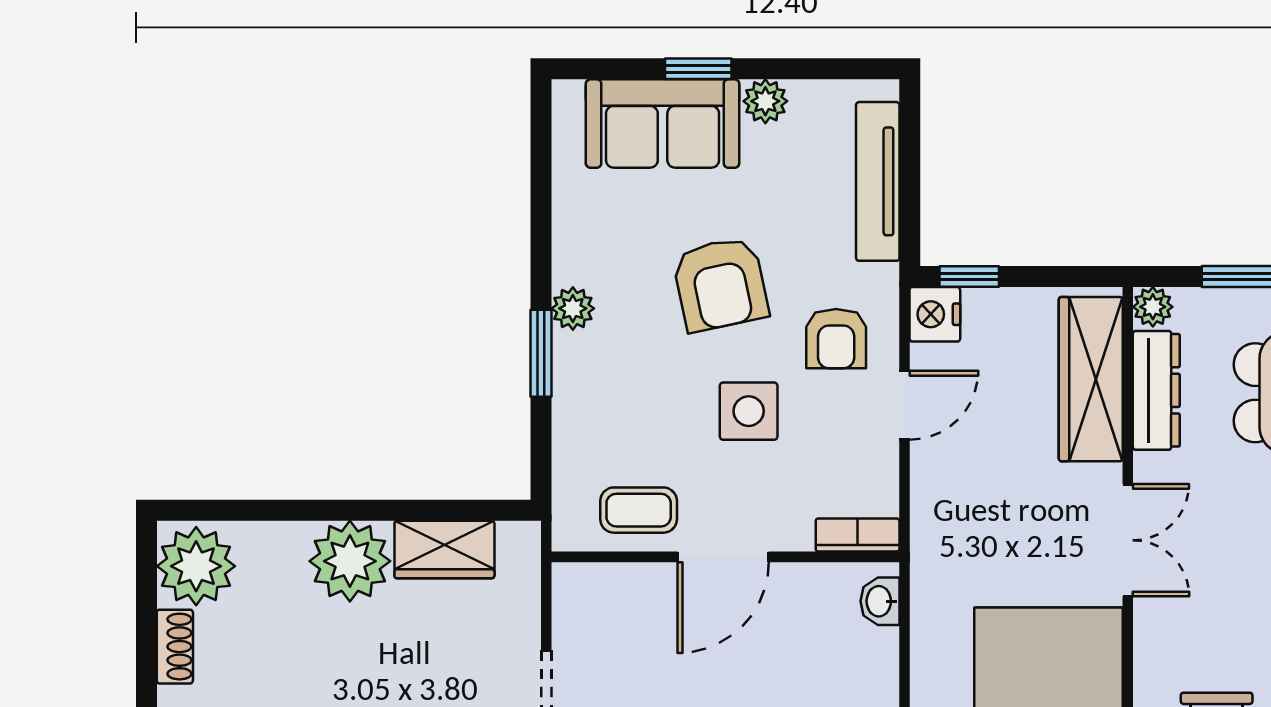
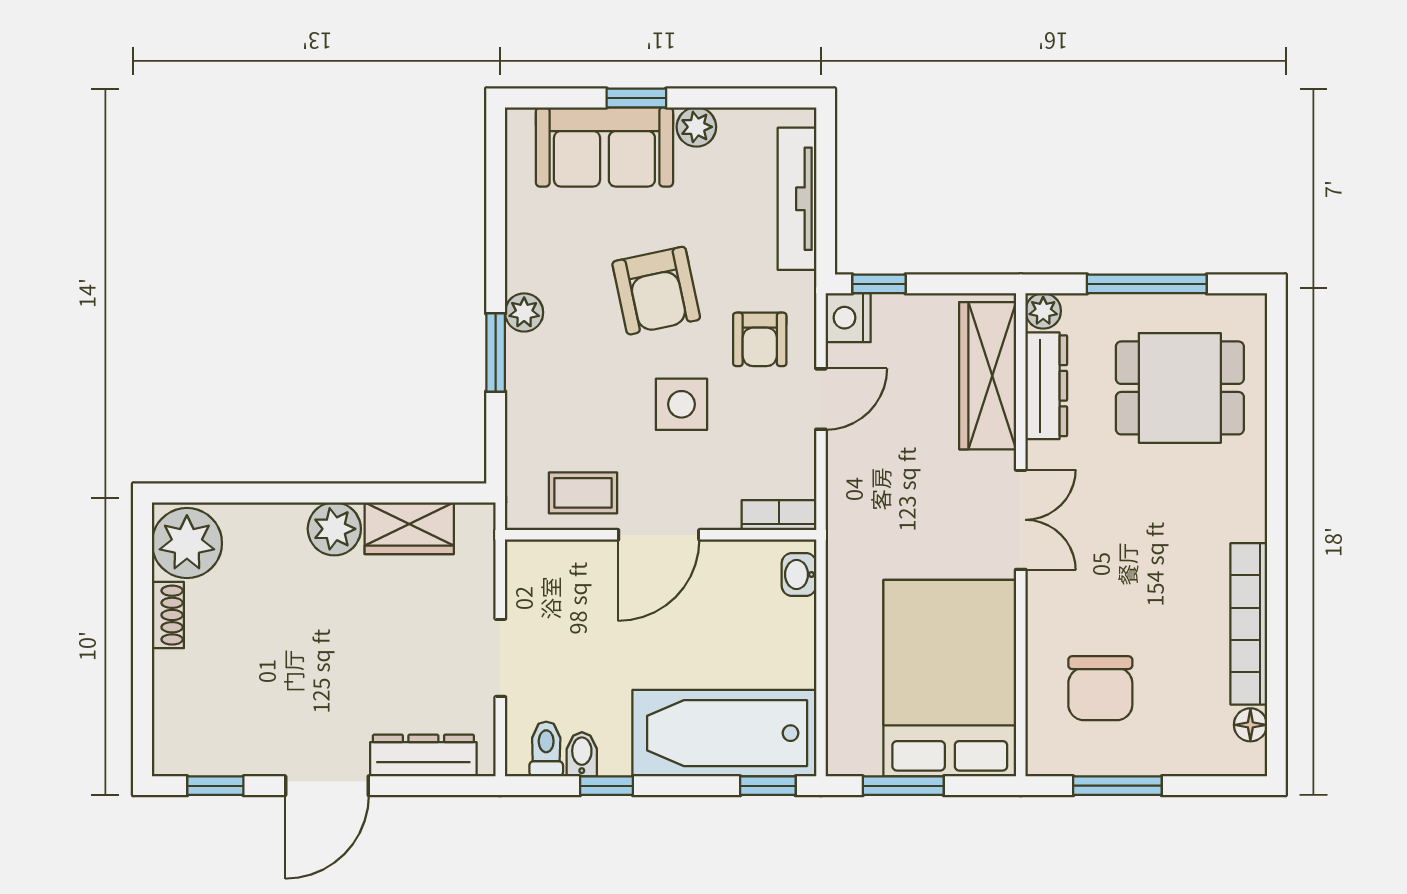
plant: (350, 561) -> (334, 529), width x0.73, depth x0.73

